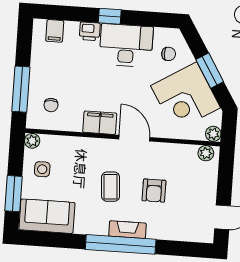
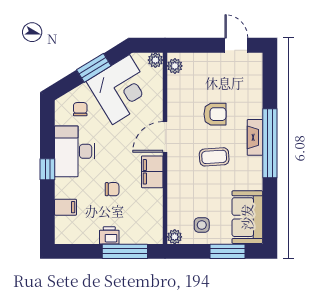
filing cabinet: (55, 31) -> (66, 207), moved
printer: (90, 31) -> (109, 235), moved, turned -90
chair: (51, 105) -> (112, 189), moved

